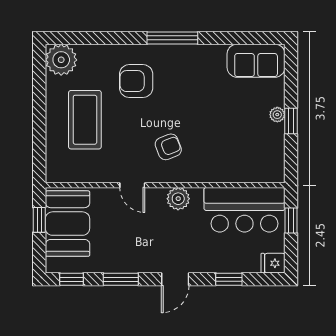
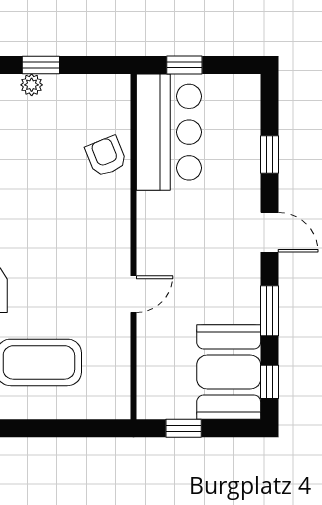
armchair: (168, 147) -> (106, 156), moved
plant: (178, 199) -> (153, 228), removed
booth: (68, 224) -> (229, 372), moved, turned 90
fridge: (273, 263) -> (246, 91), removed

